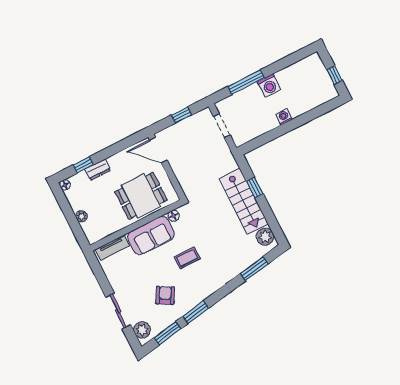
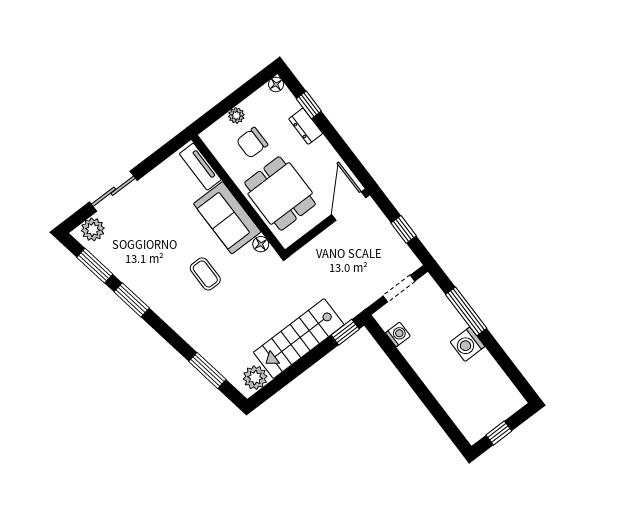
washing machine: (284, 117) -> (398, 334), moved
window: (255, 187) -> (345, 332), moved
chair: (102, 209) -> (252, 143), added
armchair: (165, 295) -> (147, 253), removed

